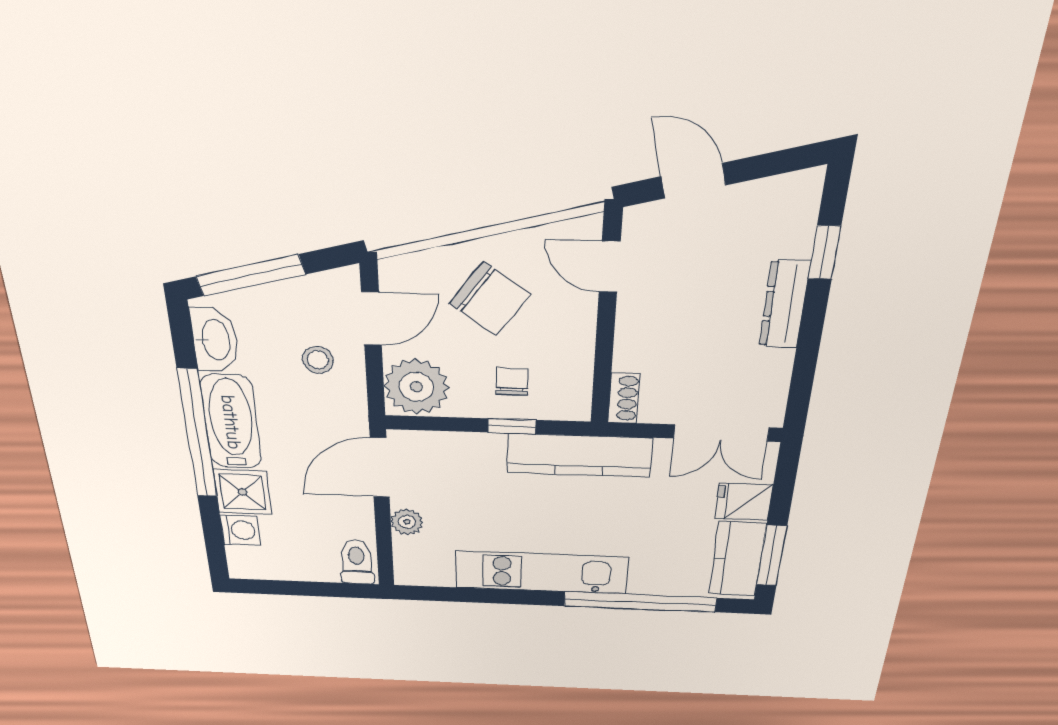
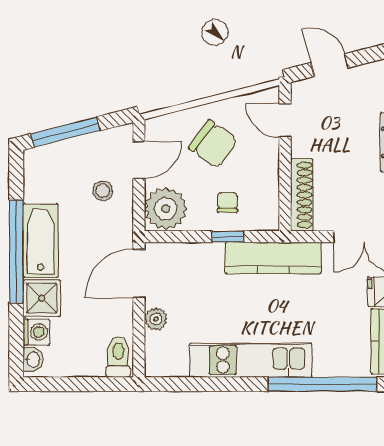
washbasin: (215, 340) -> (33, 359), moved, width x0.52, depth x0.69
shoe rack: (624, 398) -> (302, 195), width x1.94, depth x1.24

